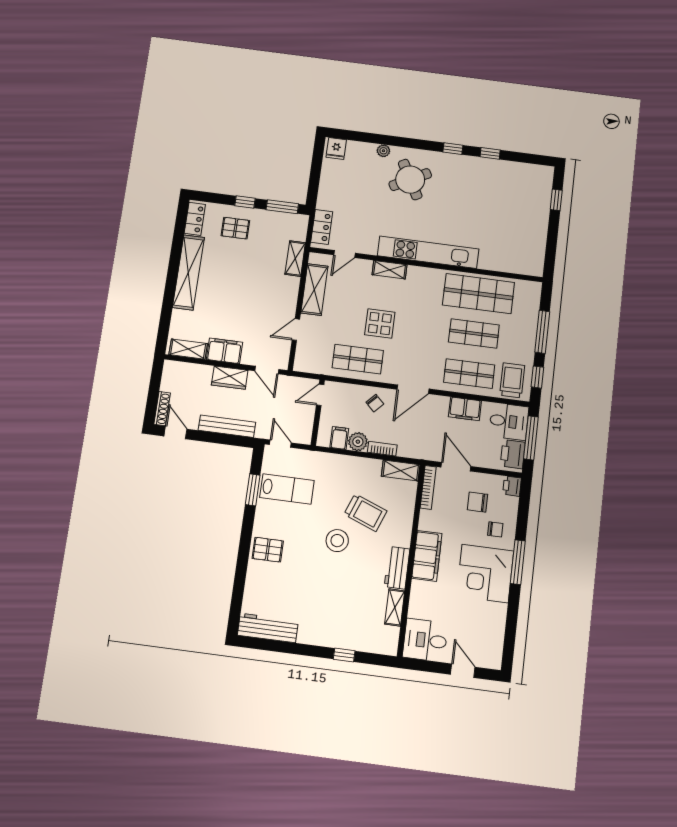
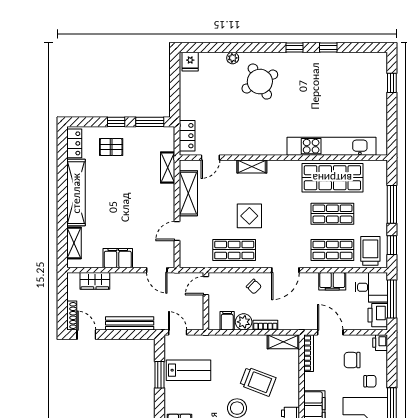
kitchen unit: (428, 252) -> (332, 146), moved
shelving: (188, 349) -> (74, 243), moved, turned 90
wardrobe: (230, 378) -> (95, 281), moved

